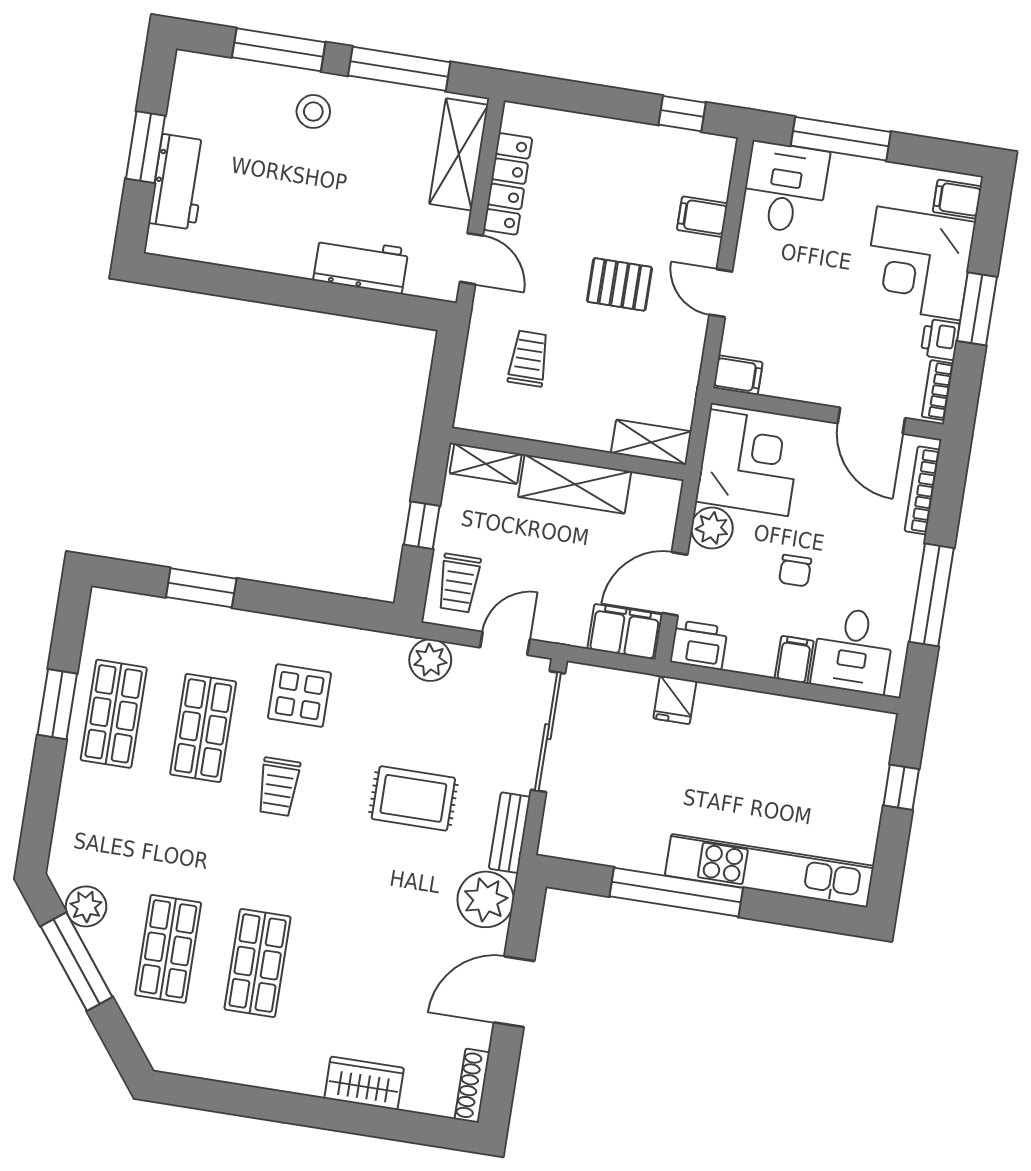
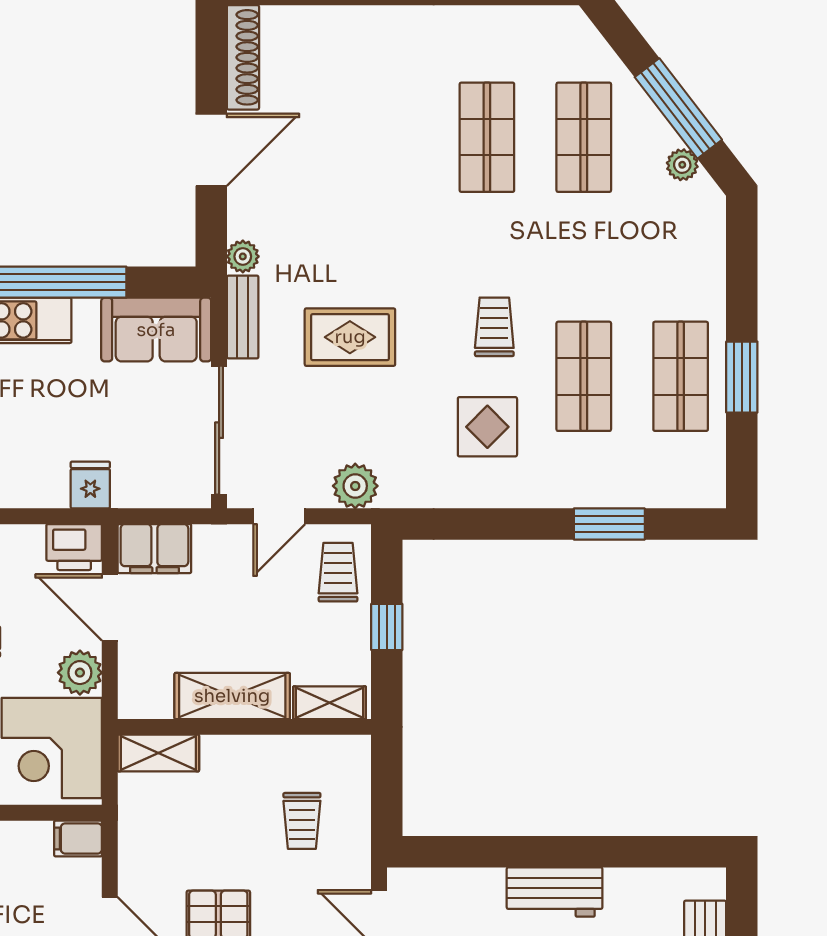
workbench: (361, 265) -> (555, 892), moved
door: (675, 584) -> (110, 607), swing flipped
sofa: (591, 834) -> (156, 330), added
plant: (486, 899) -> (243, 256), width x0.53, depth x0.53
plant: (86, 906) -> (682, 165), width x0.73, depth x0.73
wardrobe: (364, 1083) -> (354, 28), removed
shoe rack: (472, 1086) -> (243, 57), width x1.36, depth x1.24

